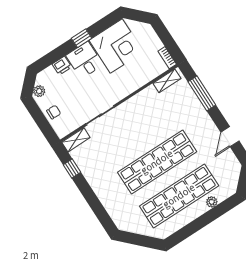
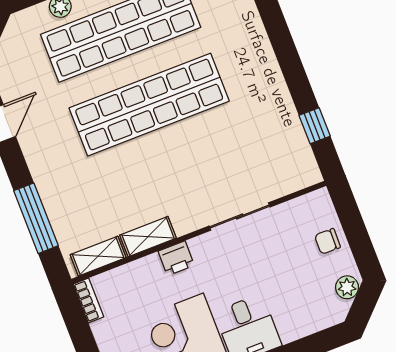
printer: (62, 66) -> (176, 258), moved, turned 180
shelving: (76, 140) -> (148, 237), moved

